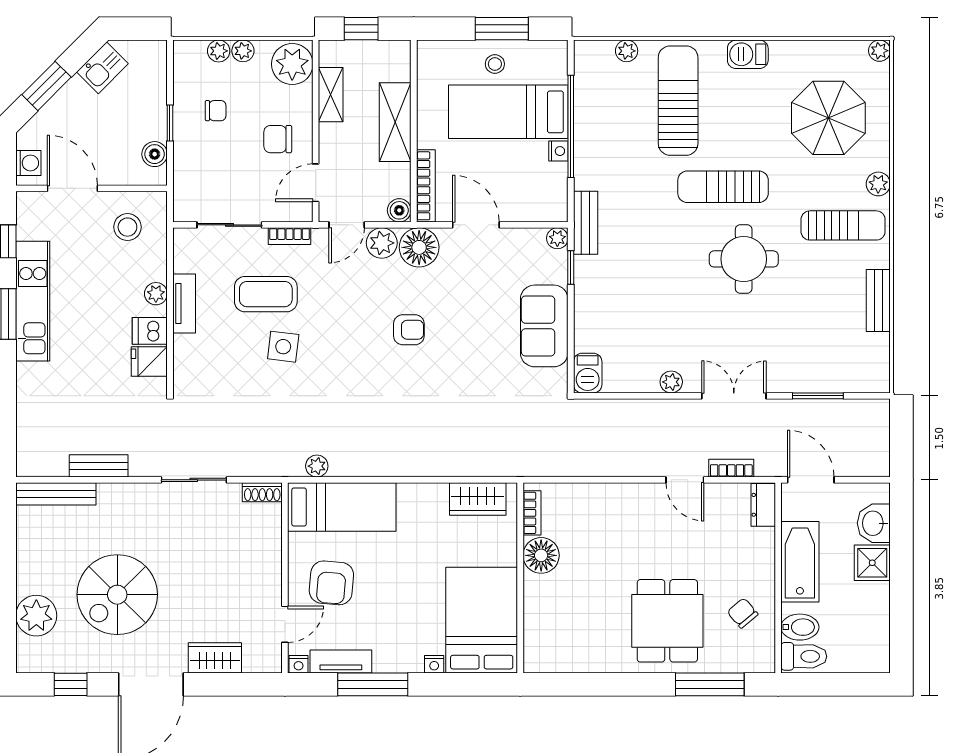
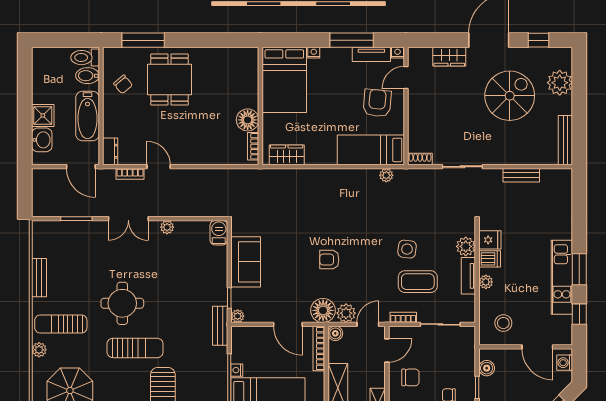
plant: (188, 351) -> (466, 246), added
bench: (56, 494) -> (565, 140), moved, turned 90

